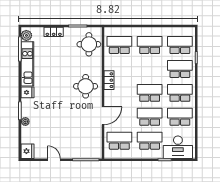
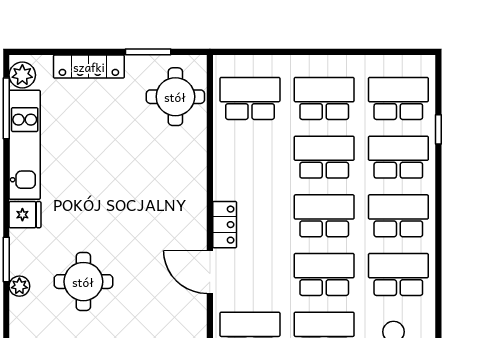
locker: (54, 32) -> (89, 67), width x1.53
school desk: (150, 69) -> (324, 157), added
locker: (109, 80) -> (225, 225), moved
round table: (86, 86) -> (83, 282), moved
door: (103, 116) -> (210, 272), swing flipped

